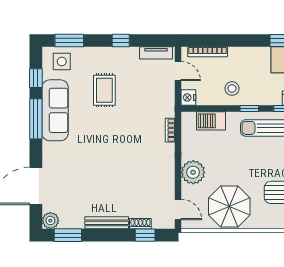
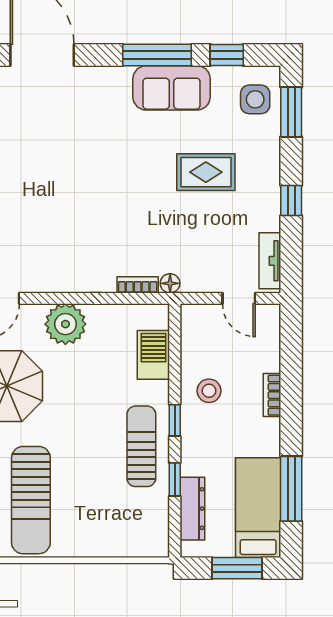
bookcase: (208, 52) -> (272, 395), moved, width x0.64
door: (178, 71) -> (239, 298), hinge flipped
nightstand: (188, 97) -> (194, 316), removed
sofa: (55, 110) -> (172, 88), width x0.73
floor lamp: (169, 111) -> (170, 283), added

